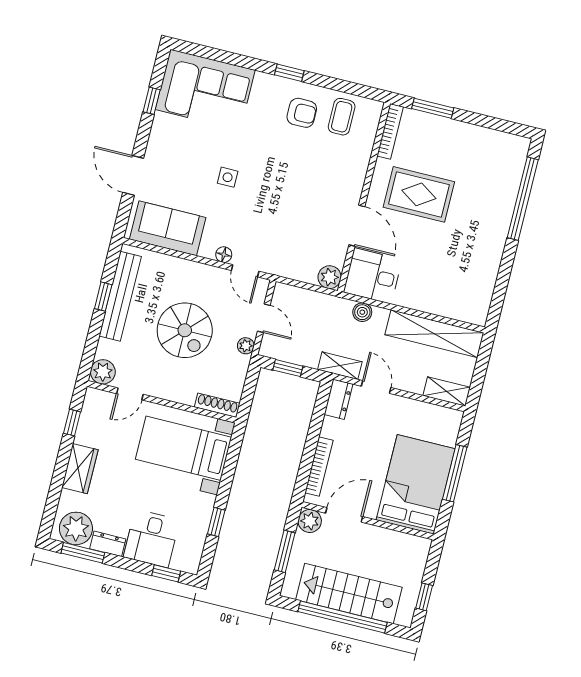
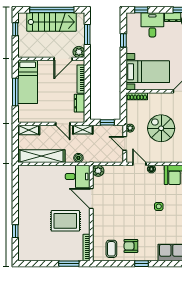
window: (523, 199) -> (15, 231), width x0.32
dresser: (339, 399) -> (79, 103), moved
bed: (416, 484) -> (28, 82), width x0.67

